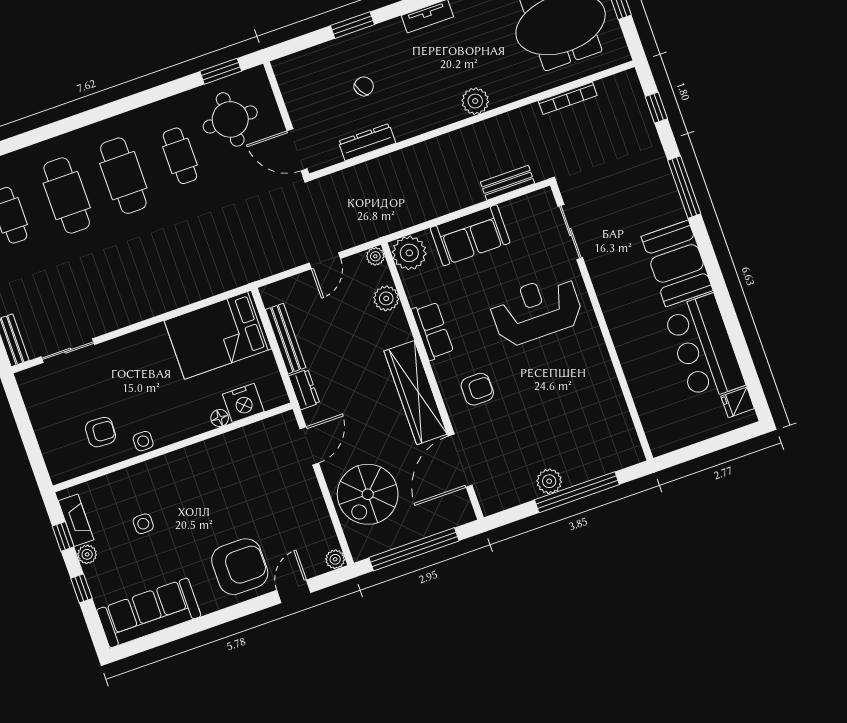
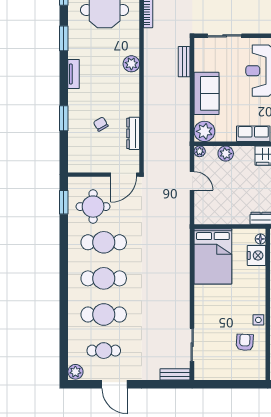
cafe table: (180, 156) -> (104, 242), width x1.37, depth x1.35
bench: (286, 339) -> (228, 219), removed
floor lamp: (220, 418) -> (260, 239), moved

